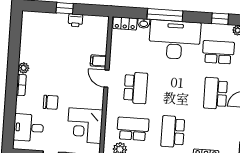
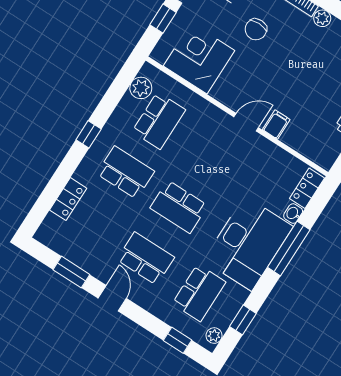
school desk: (136, 88) -> (179, 207), moved

